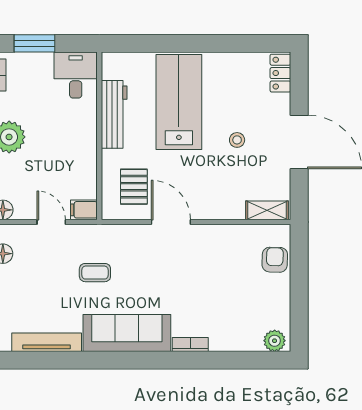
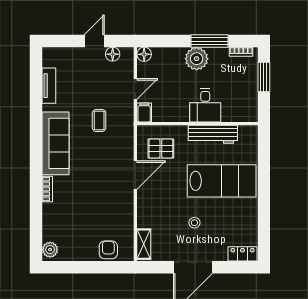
desk: (76, 75) -> (205, 105), moved, turned 90
armchair: (275, 260) -> (108, 250), turned -92
tv unit: (47, 342) -> (49, 86), width x0.71

